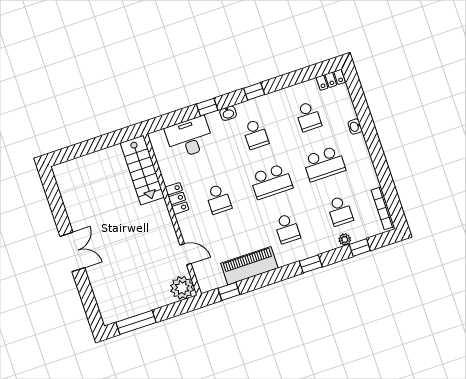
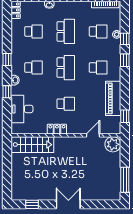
window: (55, 199) -> (32, 204), added
window: (360, 248) -> (125, 39), moved

